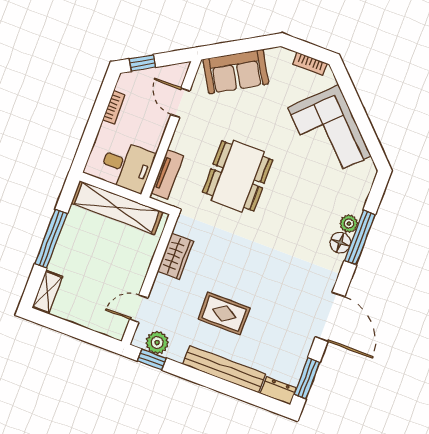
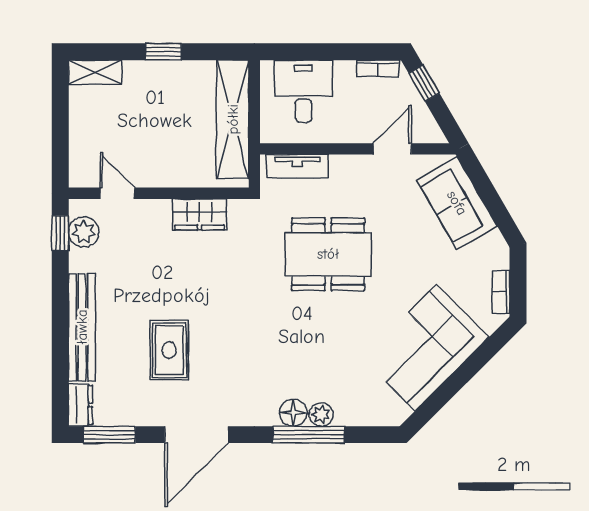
bookcase: (114, 107) -> (378, 68), moved
desk: (127, 166) -> (303, 91), moved, turned 180
window: (51, 239) -> (163, 52), width x0.46
rug: (224, 314) -> (169, 350), moved

